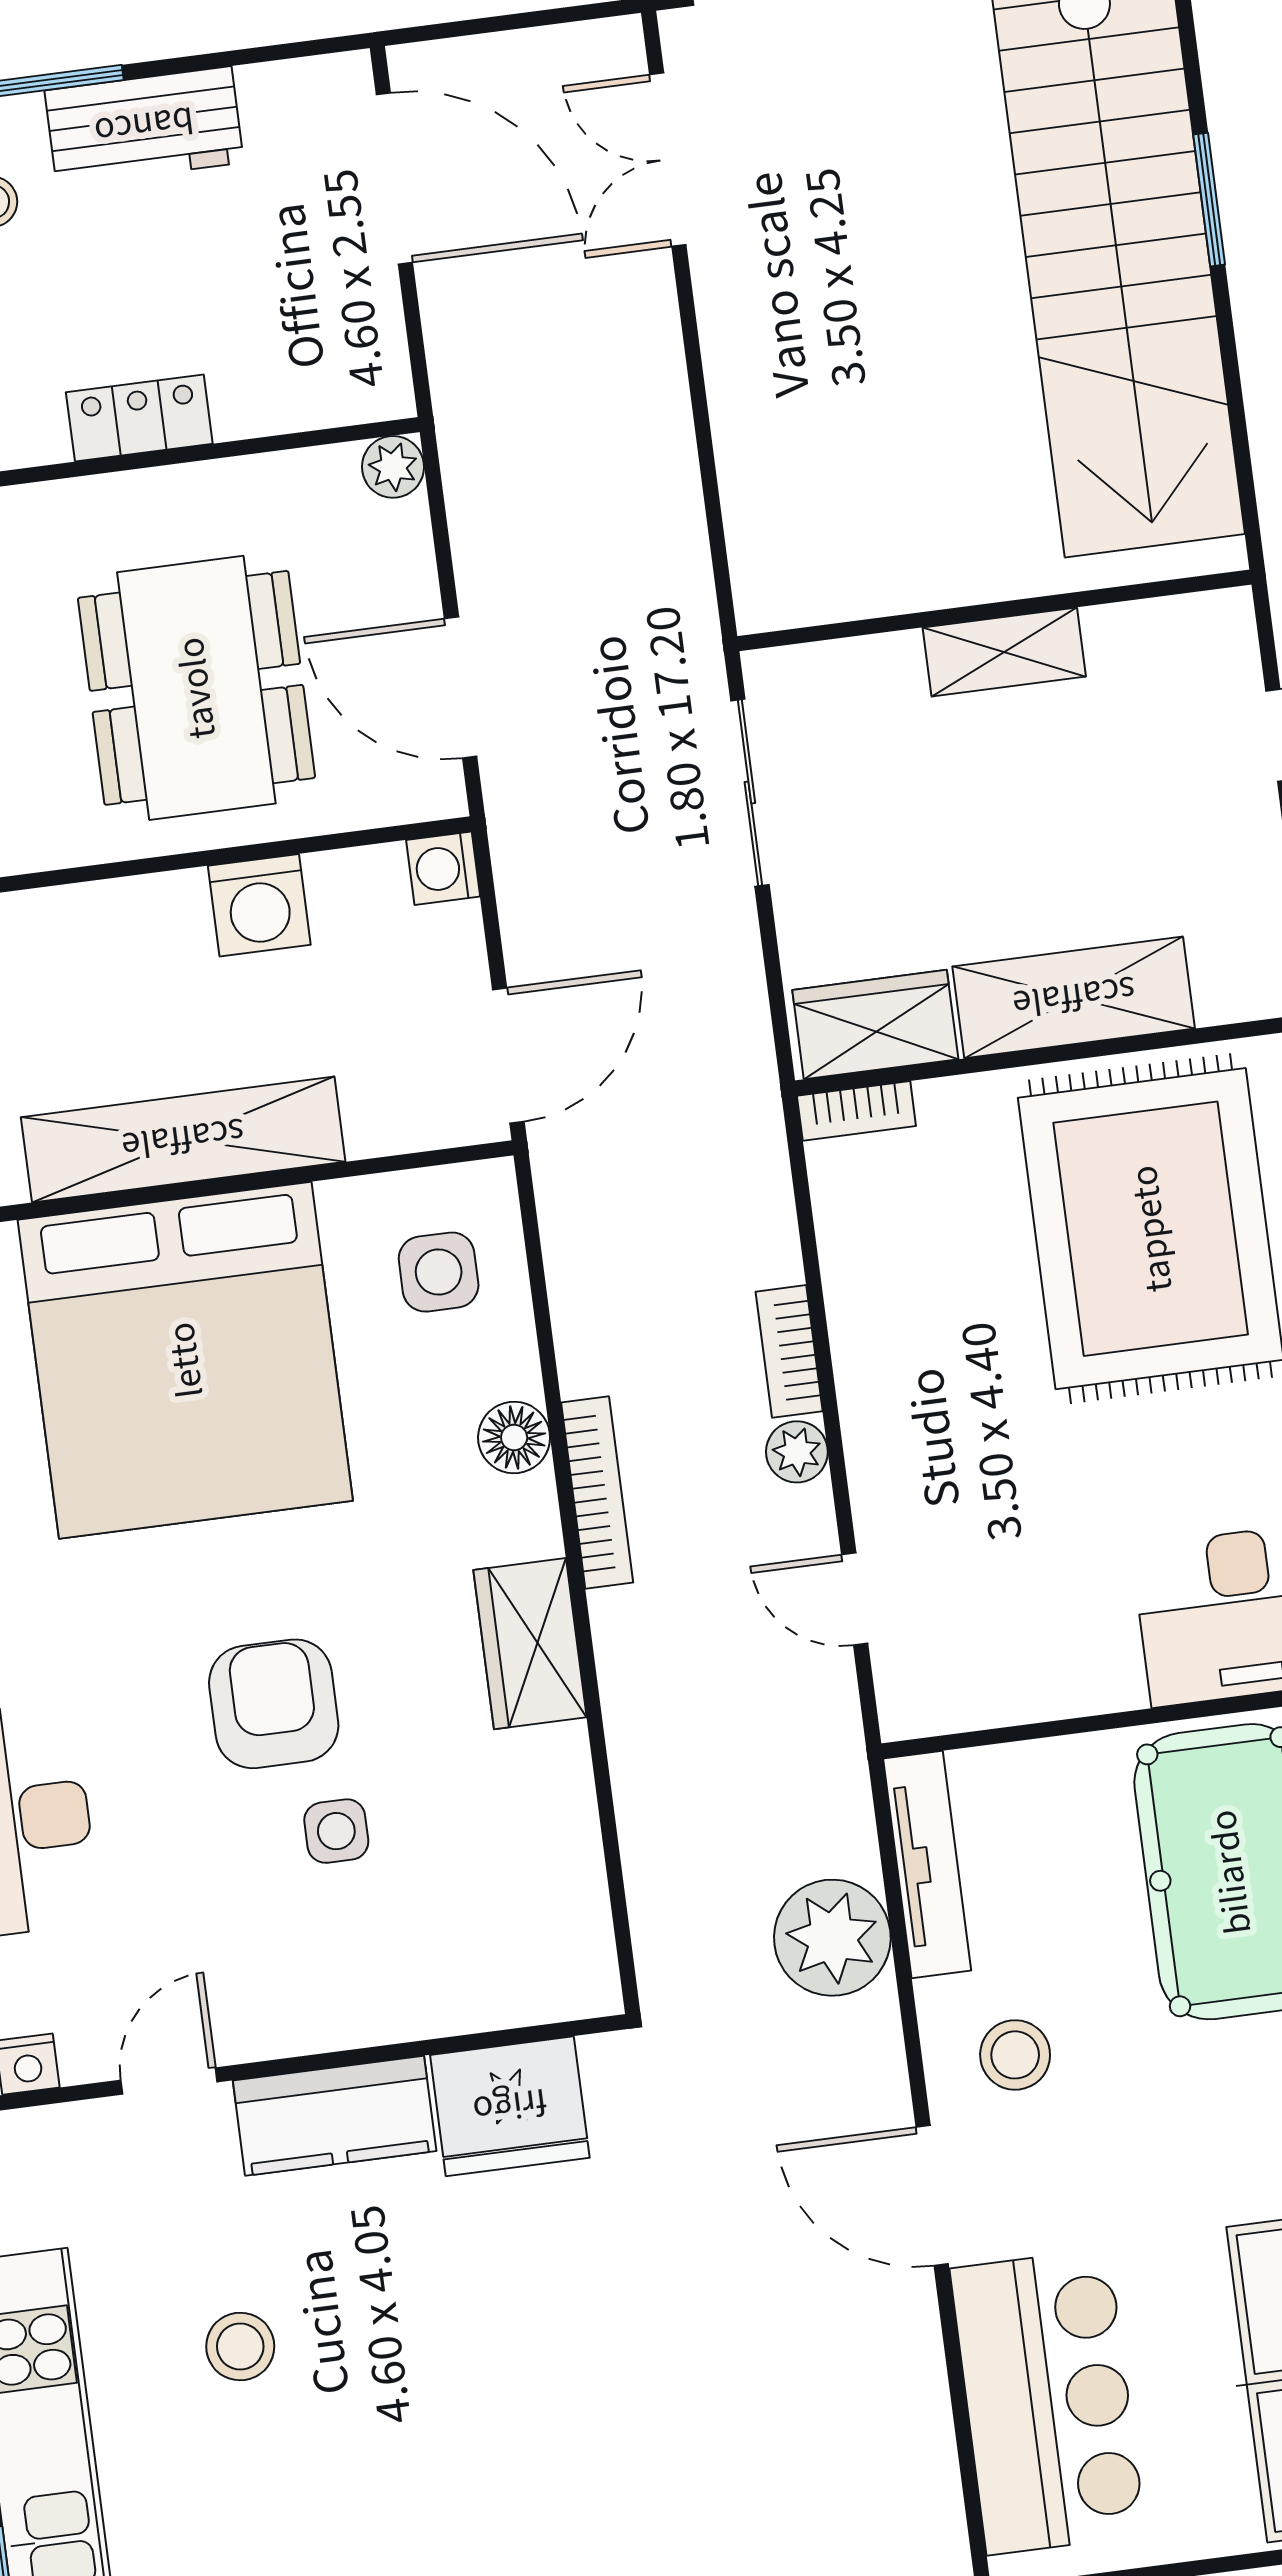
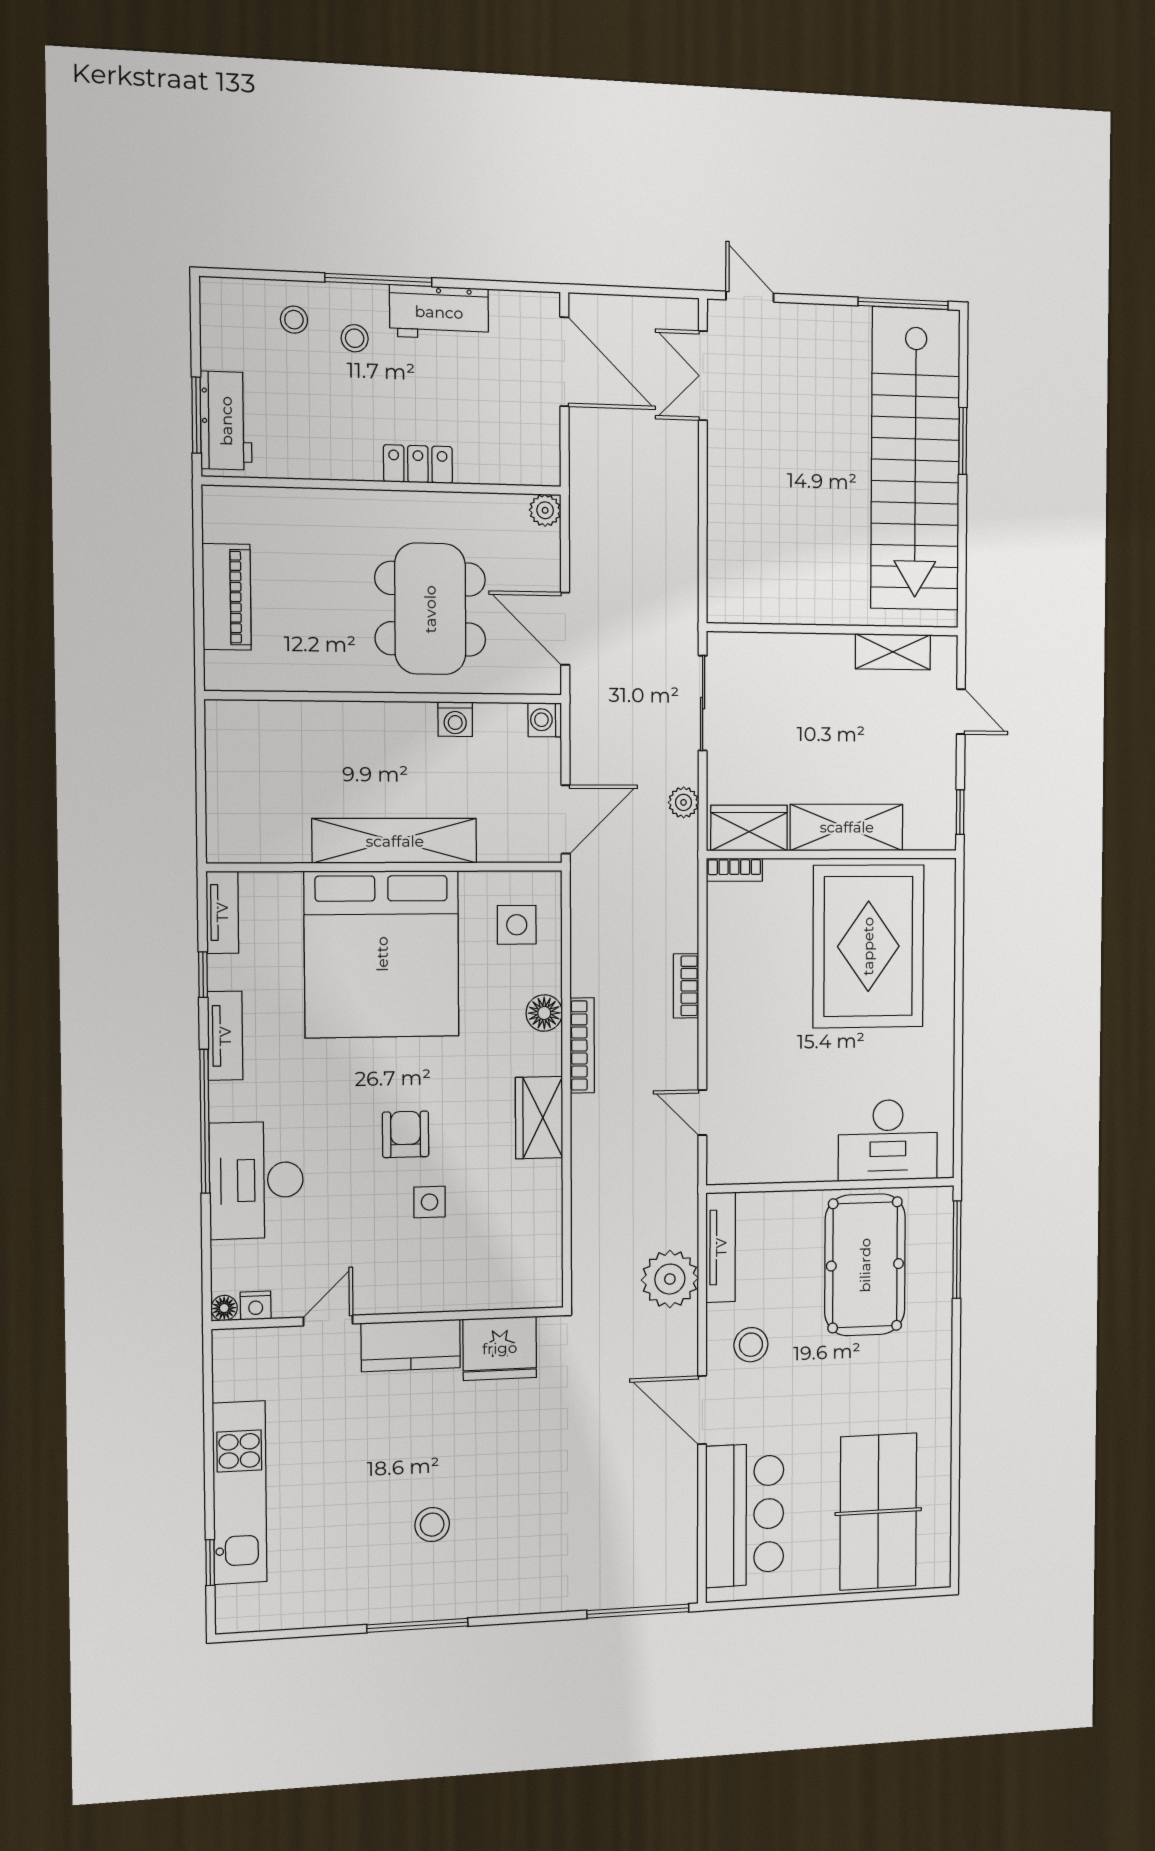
shelving: (1004, 652) -> (893, 652), moved
washing machine: (259, 905) -> (455, 719), width x0.73, depth x0.73
plant: (797, 1452) -> (684, 802), moved
armchair: (274, 1704) -> (406, 1134), width x0.72, depth x0.72
stool: (240, 2346) -> (432, 1525), moved

